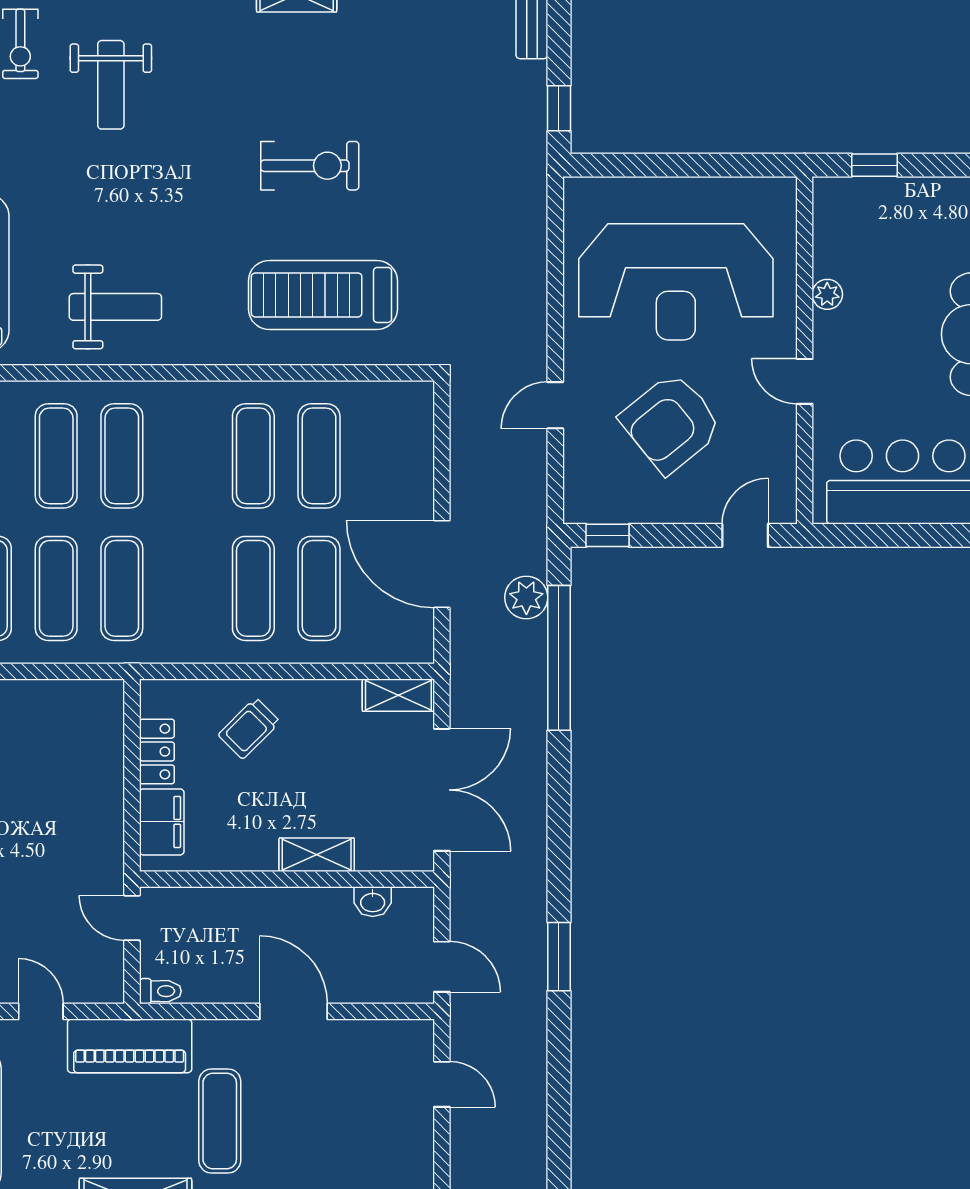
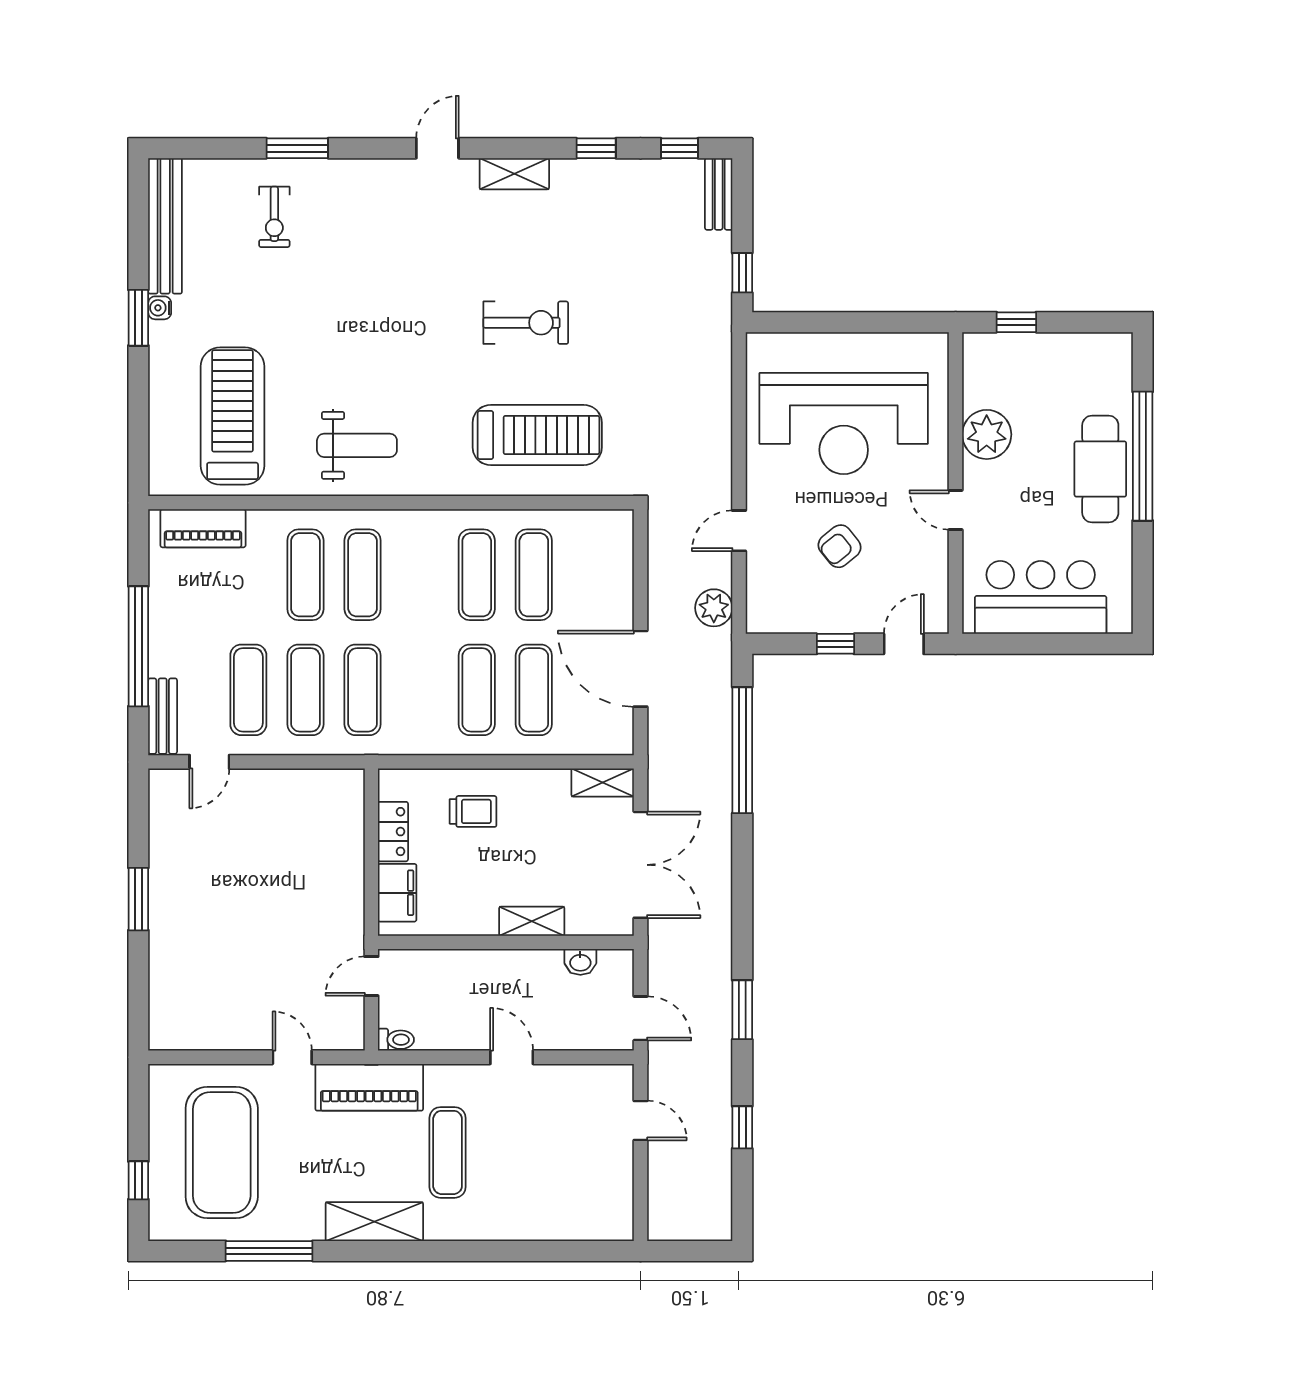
weight bench: (111, 85) -> (353, 252), removed
plant: (827, 294) -> (987, 434), width x1.88, depth x1.88
treadmill: (323, 295) -> (537, 435), turned 180
armchair: (671, 423) -> (840, 546), width x0.53, depth x0.53
window: (607, 535) -> (835, 644), moved
plant: (526, 597) -> (714, 608), moved
trolley: (249, 728) -> (473, 811), turned -135
door: (132, 918) -> (371, 976), hinge flipped
door: (293, 1011) -> (512, 1057), width x0.73
window: (559, 1092) -> (742, 1127), added

